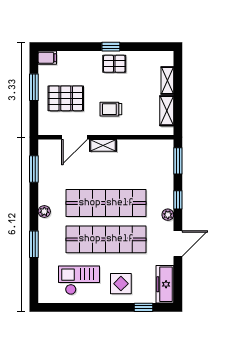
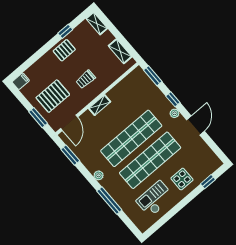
window: (111, 47) -> (65, 31), moved
shelving: (167, 80) -> (97, 23), moved
window: (34, 87) -> (38, 118), moved
door: (75, 137) -> (69, 123), moved
window: (34, 244) -> (109, 200), width x1.44
freezer: (165, 284) -> (209, 157), removed

